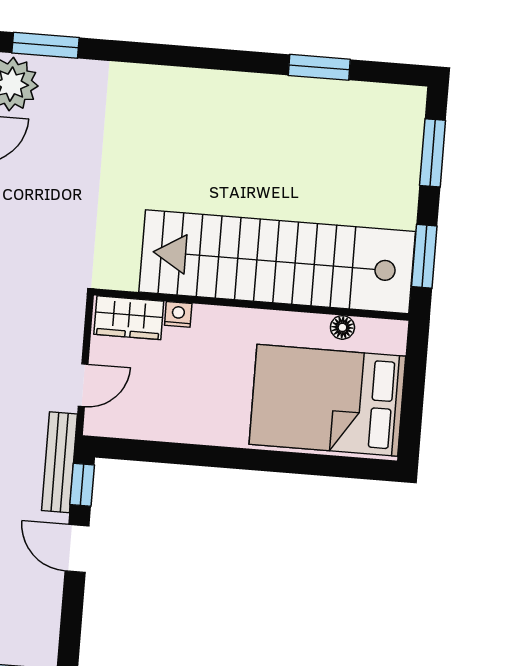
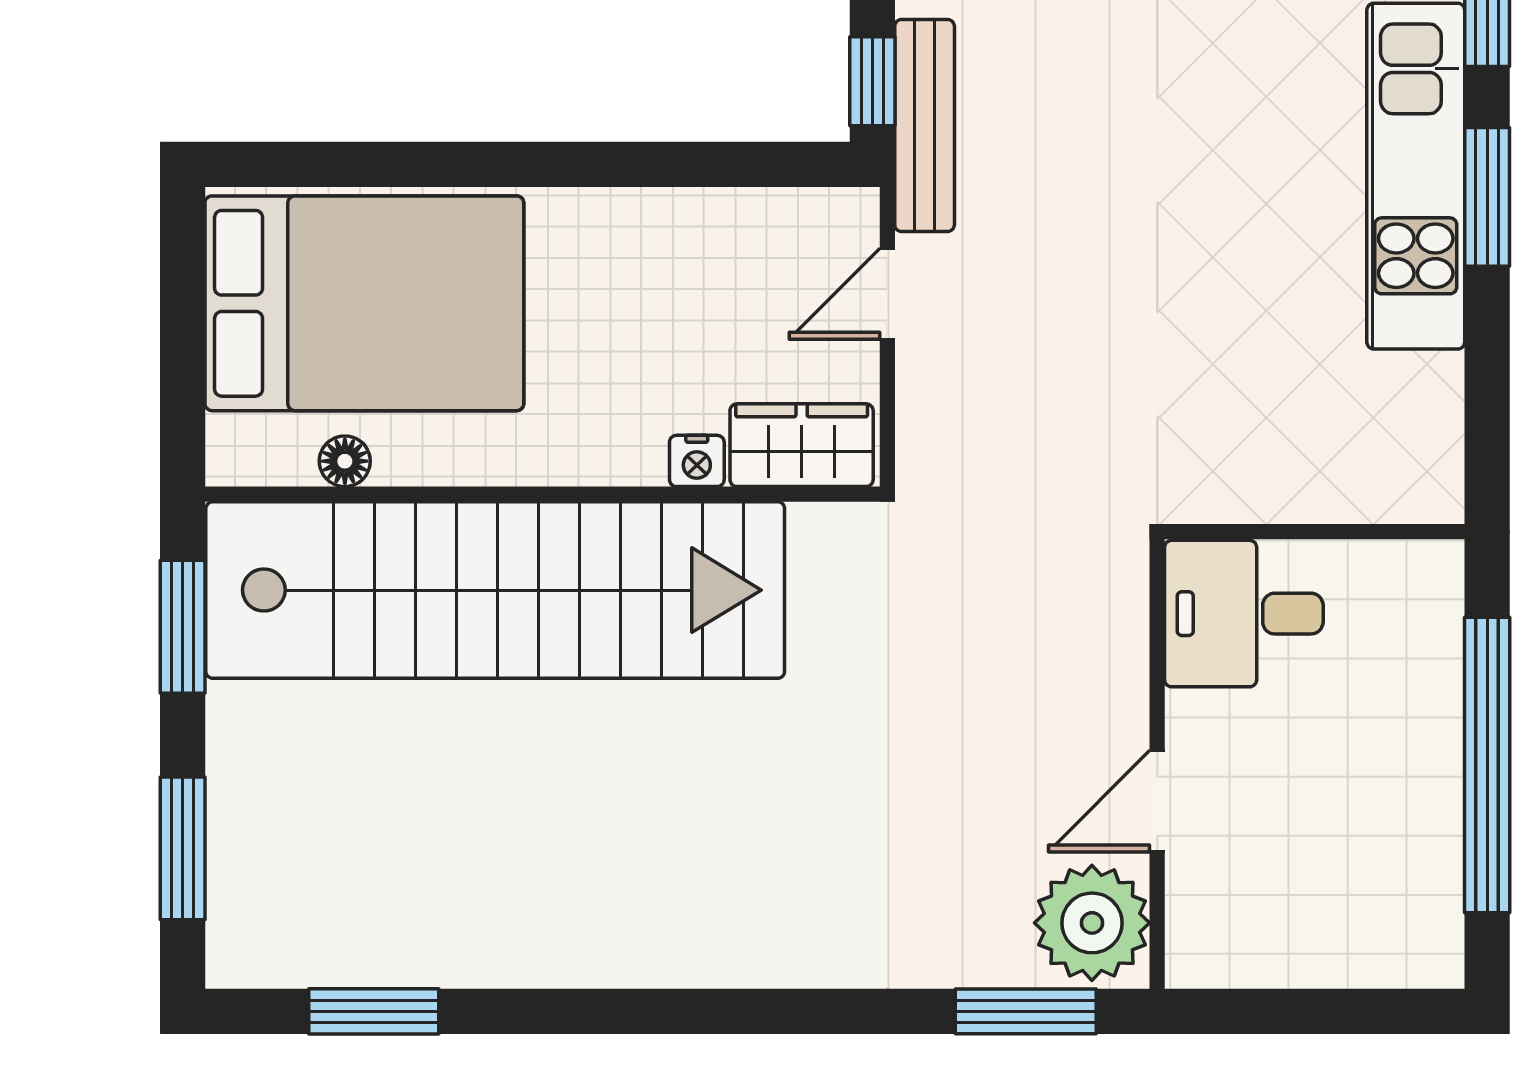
window: (319, 67) -> (374, 1011), moved

